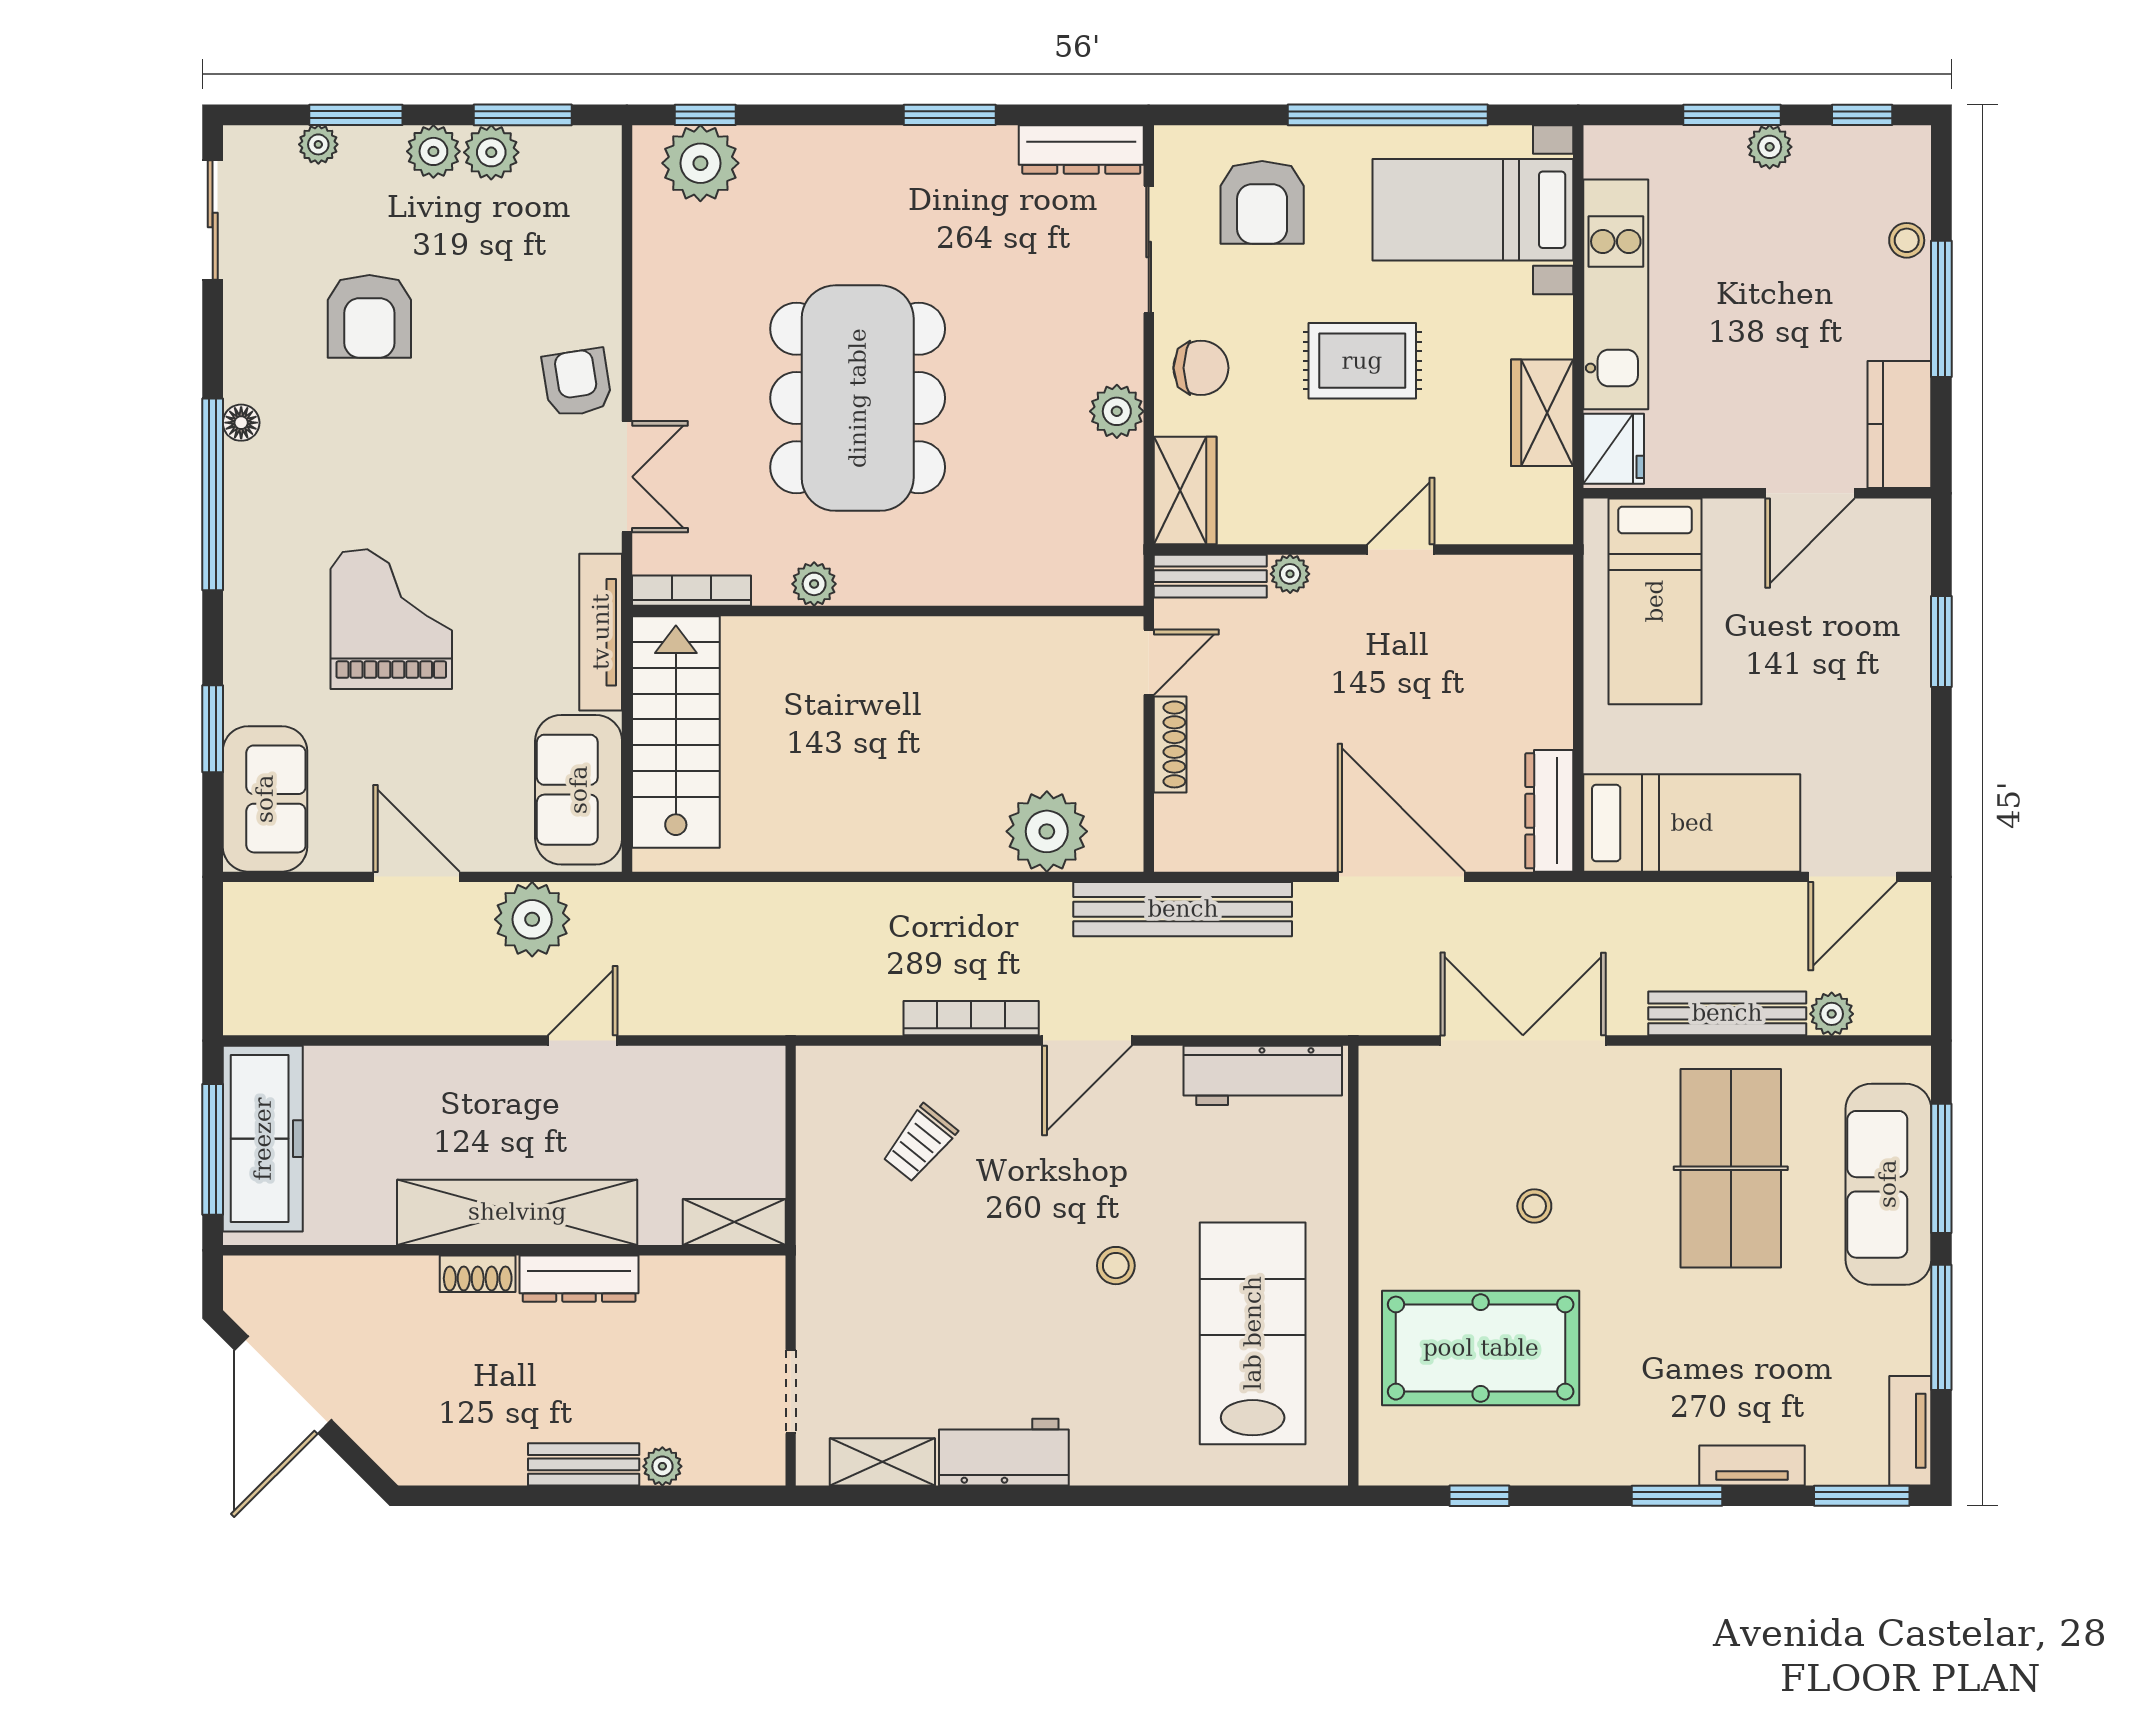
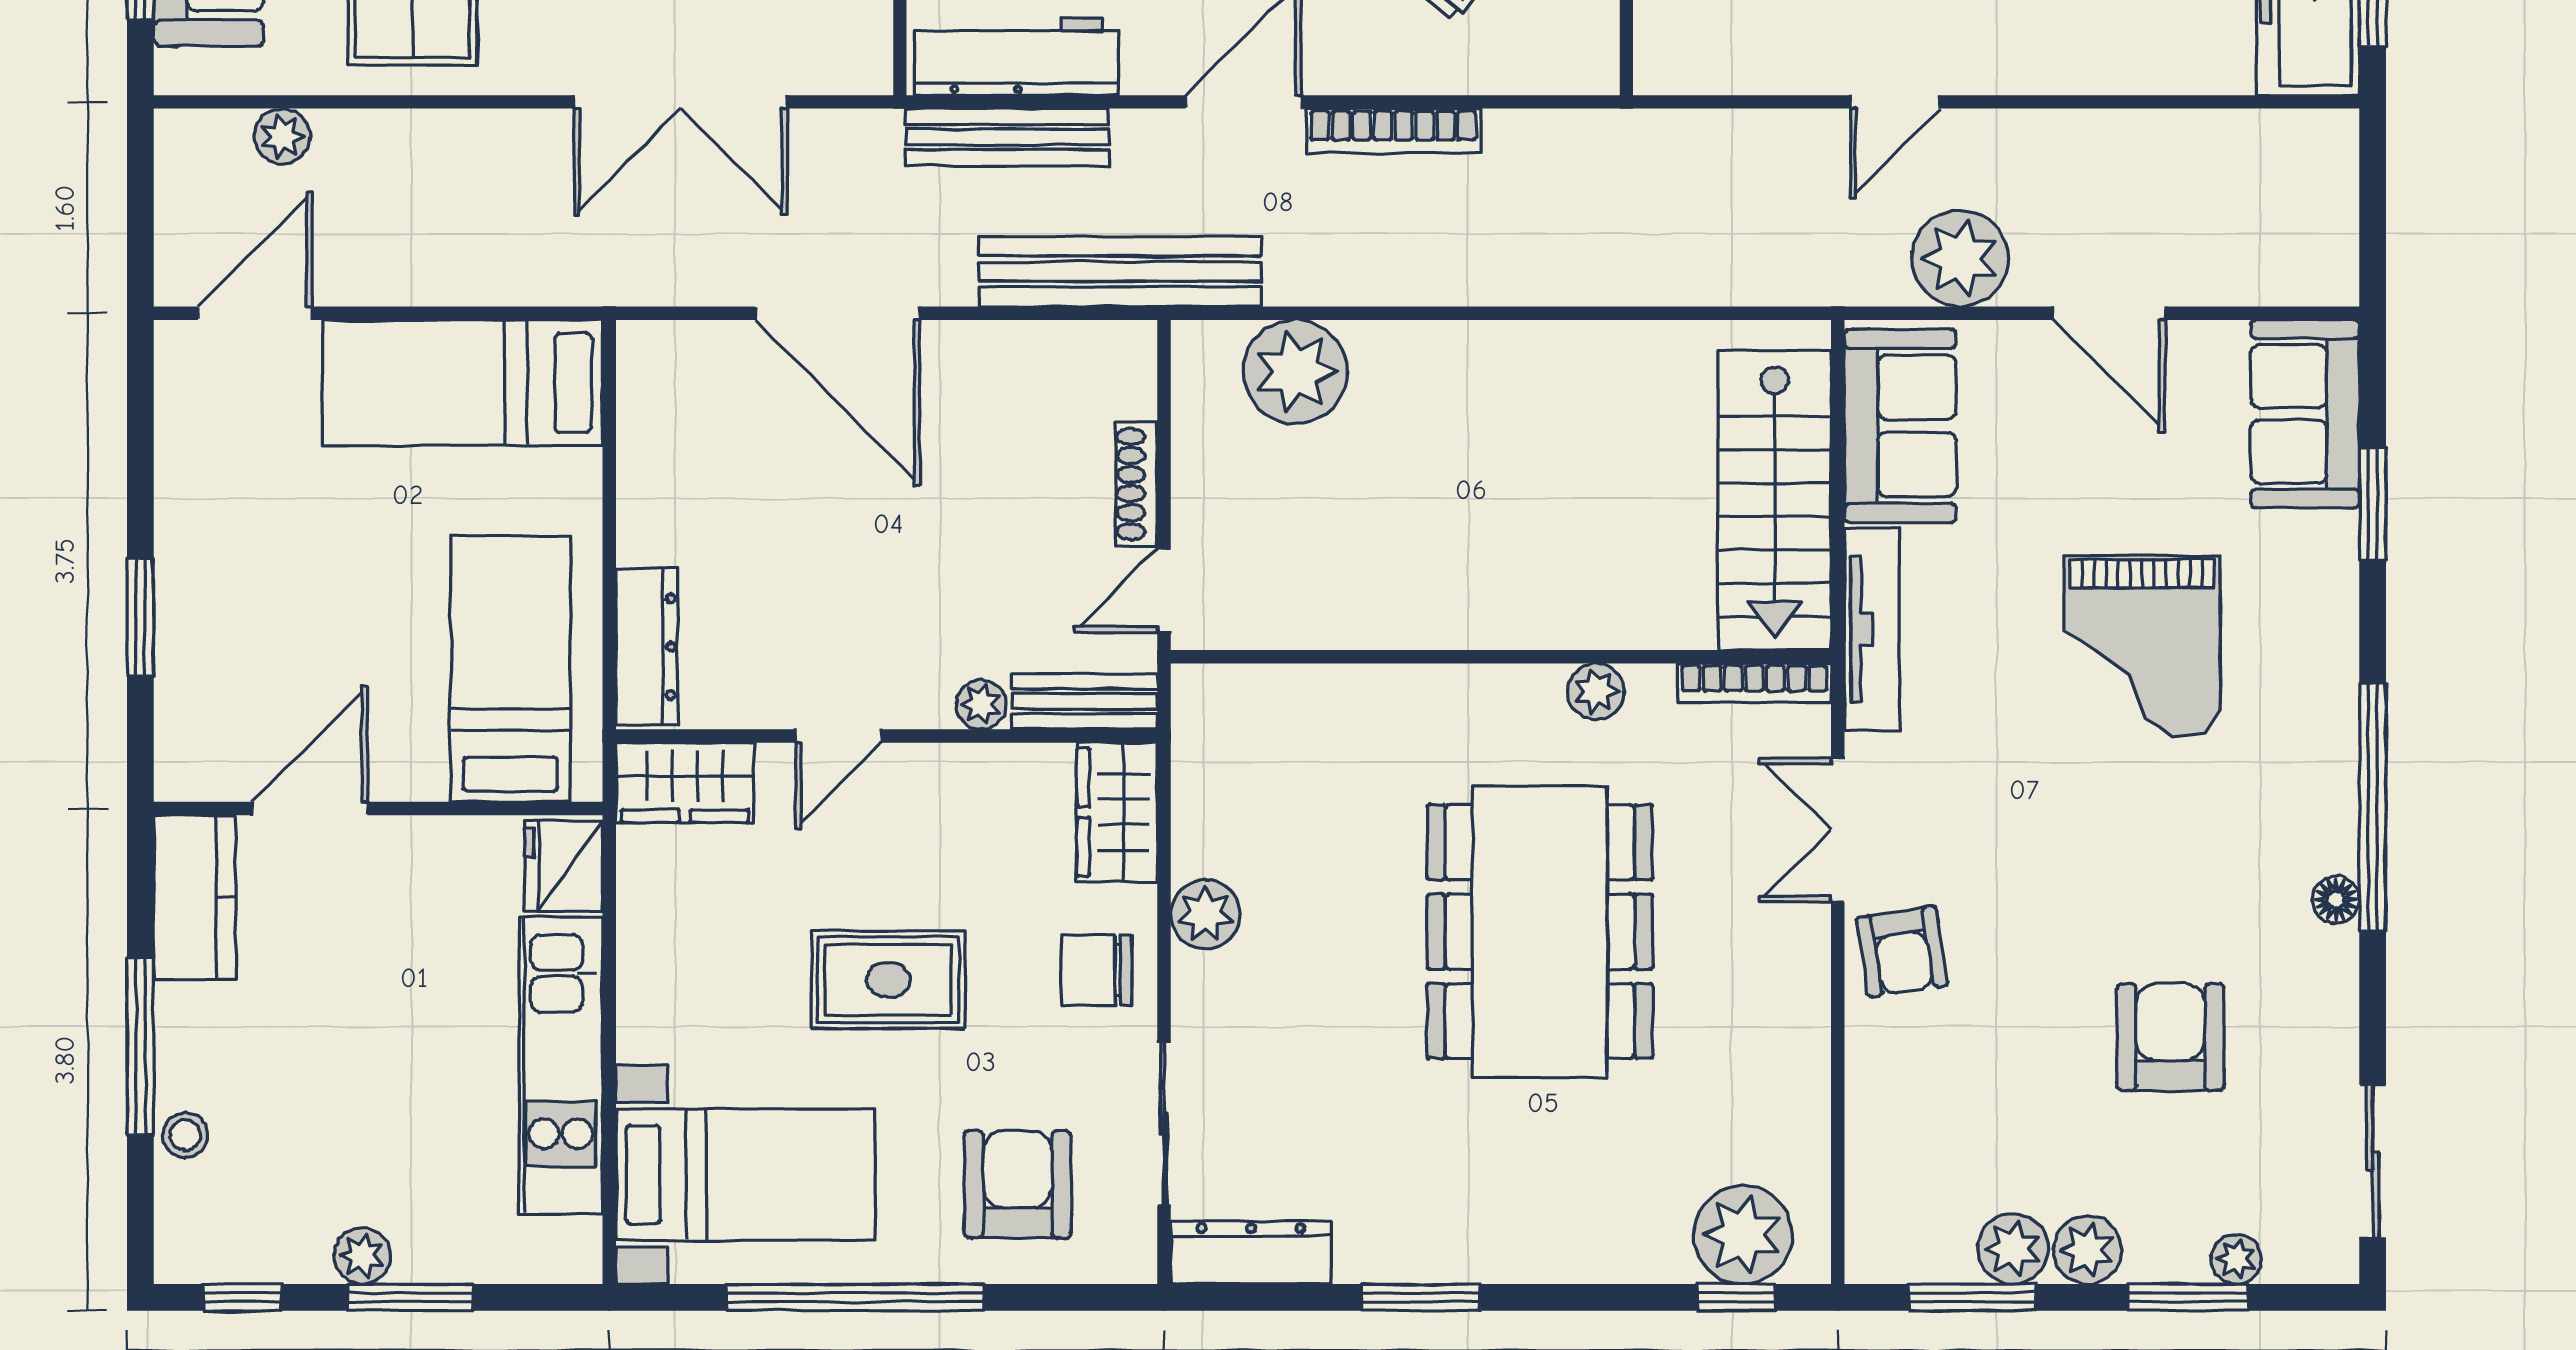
wardrobe: (1542, 413) -> (685, 783), moved, turned 90
dresser: (1549, 811) -> (647, 647), moved
bench: (1727, 1013) -> (1007, 137), moved

